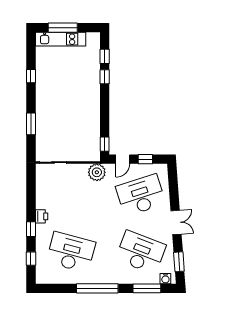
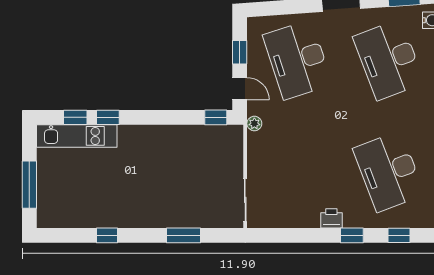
kitchen unit: (61, 39) -> (77, 136), moved, turned 90
plant: (97, 172) -> (254, 124), width x0.53, depth x0.53
desk: (71, 252) -> (389, 171), turned -36
desk: (141, 252) -> (389, 60), turned -42

